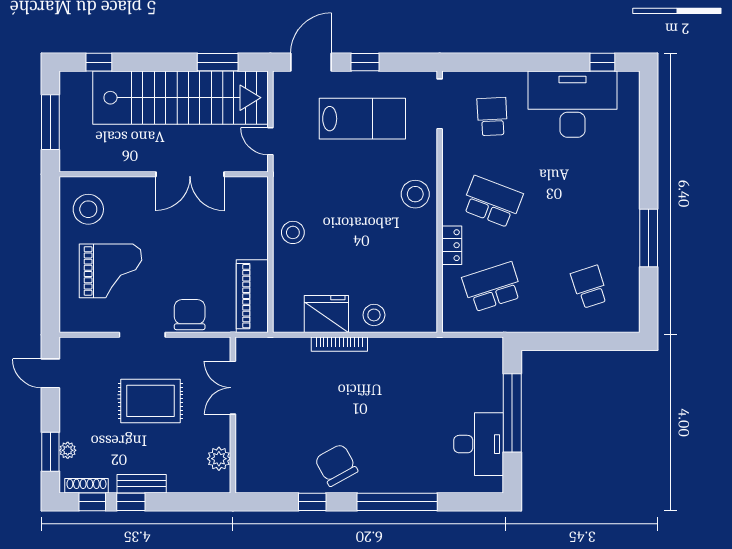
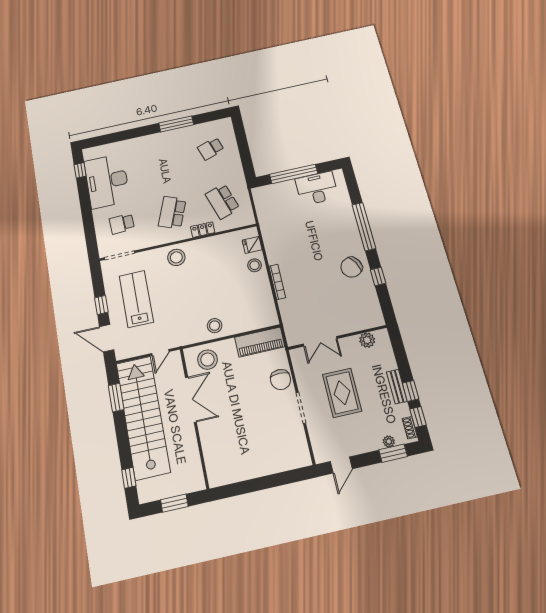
window: (50, 122) -> (174, 503), width x0.69
stool: (88, 209) -> (207, 360), moved
grand piano: (110, 271) -> (264, 439), removed
fridge: (326, 314) -> (252, 245), moved, width x0.53, depth x0.75
chair: (190, 315) -> (281, 380), turned -90
shoe rack: (86, 486) -> (410, 428), width x0.70

